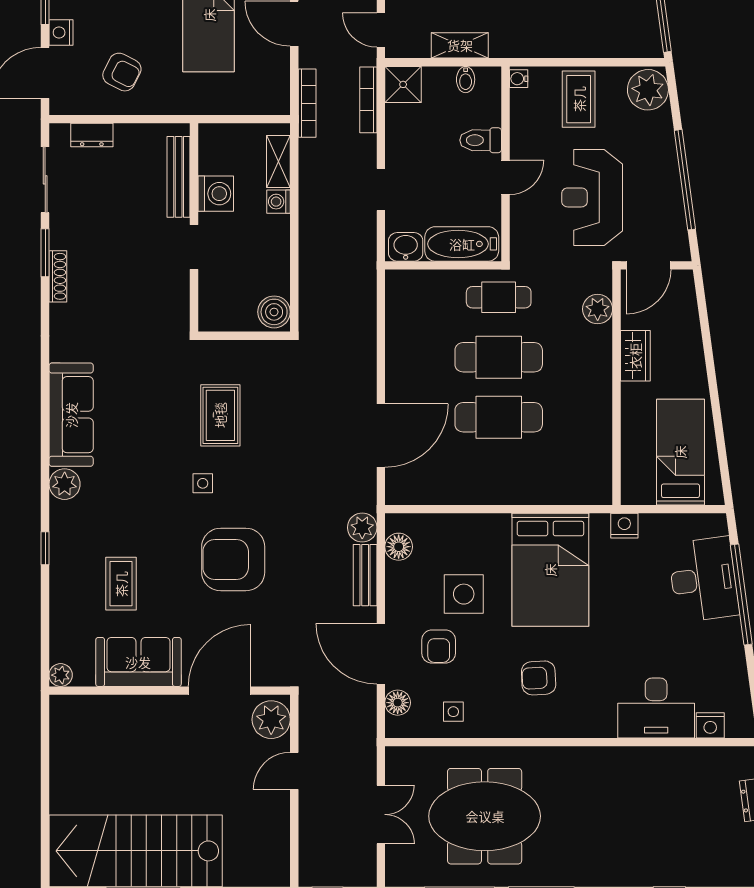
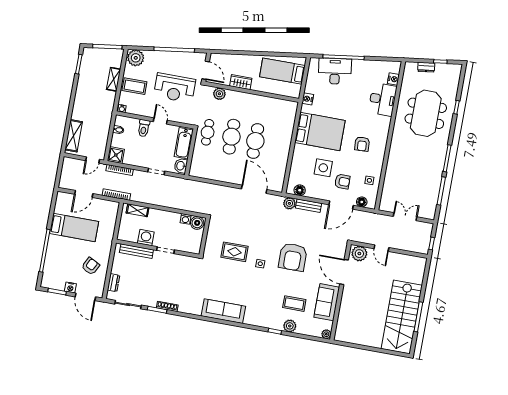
shelving: (460, 45) -> (114, 79), moved
washing machine: (278, 202) -> (186, 219), moved
plant: (65, 484) -> (290, 326), moved
meeting table: (485, 816) -> (426, 113), moved

